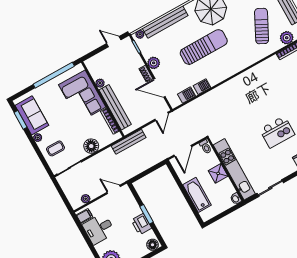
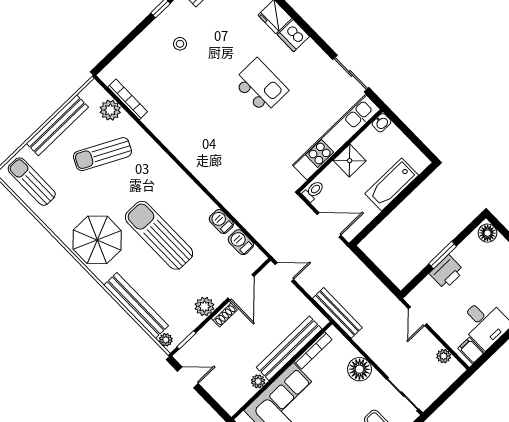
door: (114, 42) -> (188, 377), swing flipped
printer: (141, 224) -> (447, 272), moved

